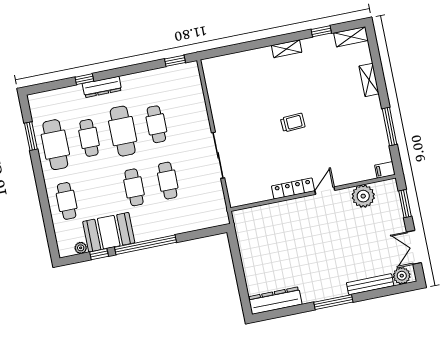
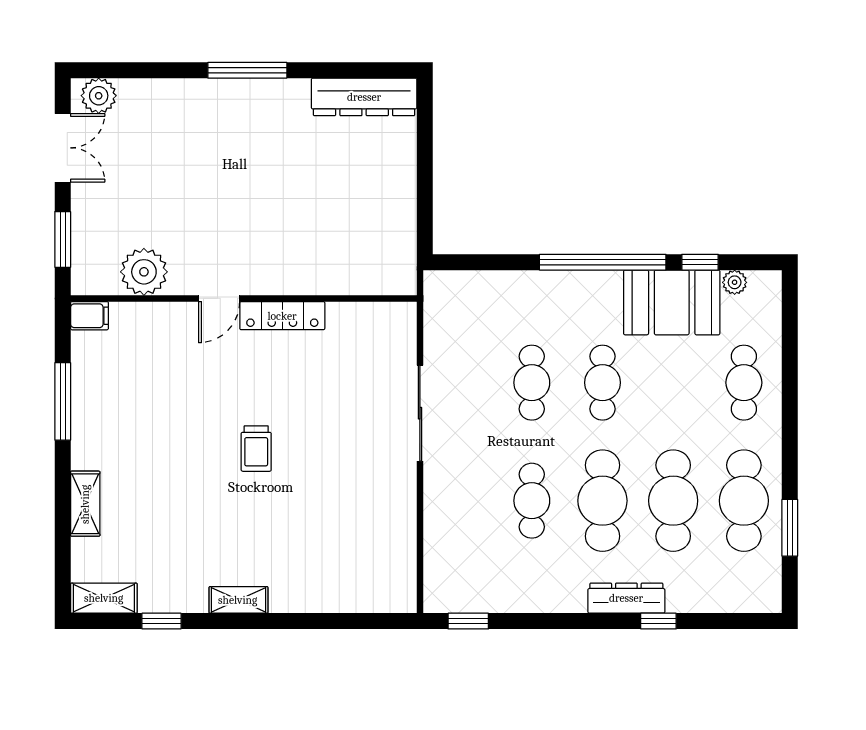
trolley: (293, 123) -> (256, 449), turned -87
cafe table: (89, 138) -> (673, 501), width x1.37, depth x1.35
bench: (370, 284) -> (166, 91), removed

